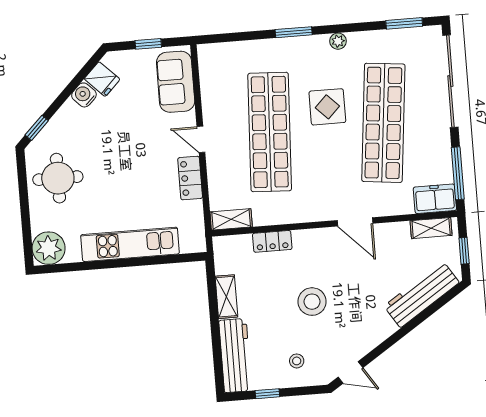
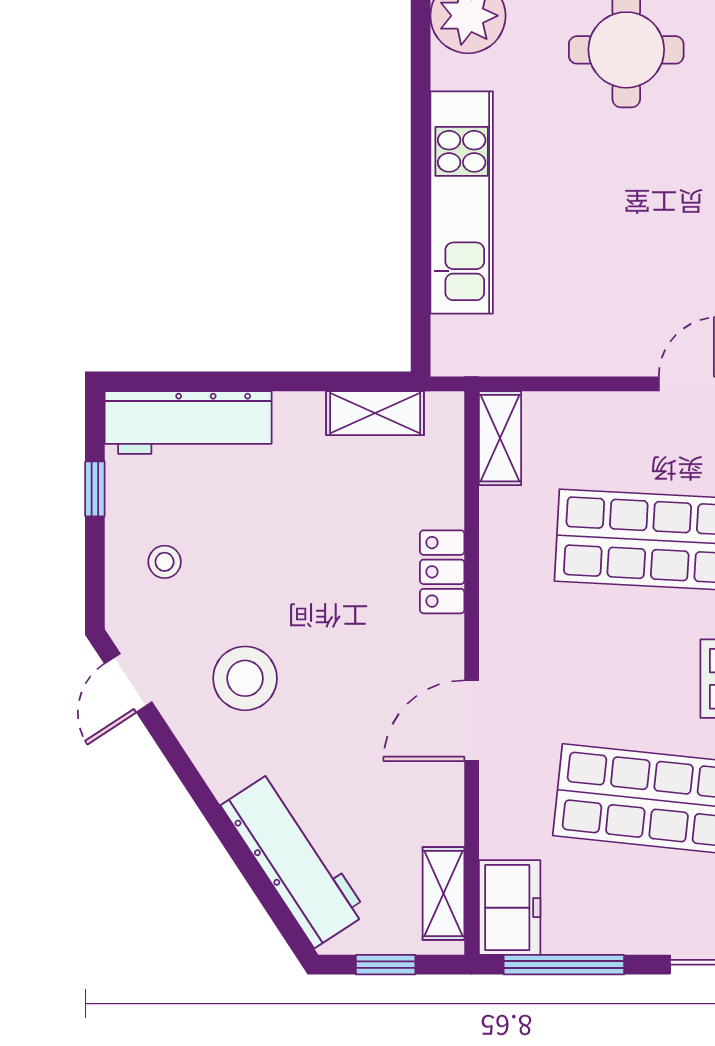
locker: (190, 178) -> (602, 352), removed
locker: (272, 241) -> (442, 572), moved
shelving: (226, 297) -> (375, 413), moved
stool: (312, 302) -> (245, 678), moved

